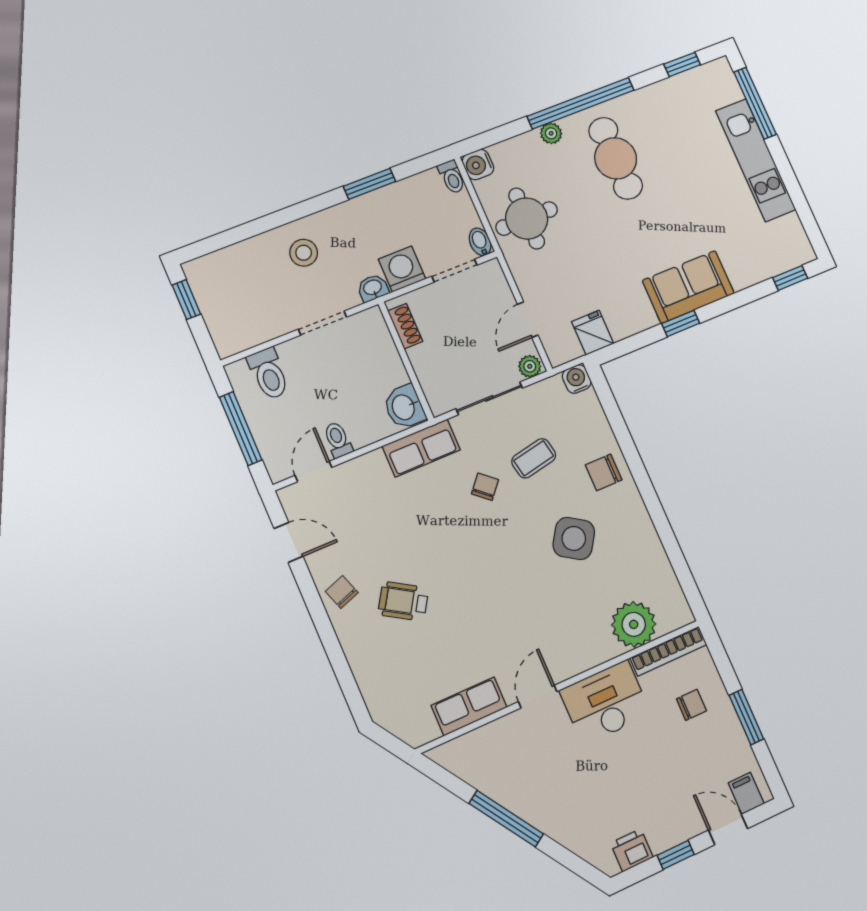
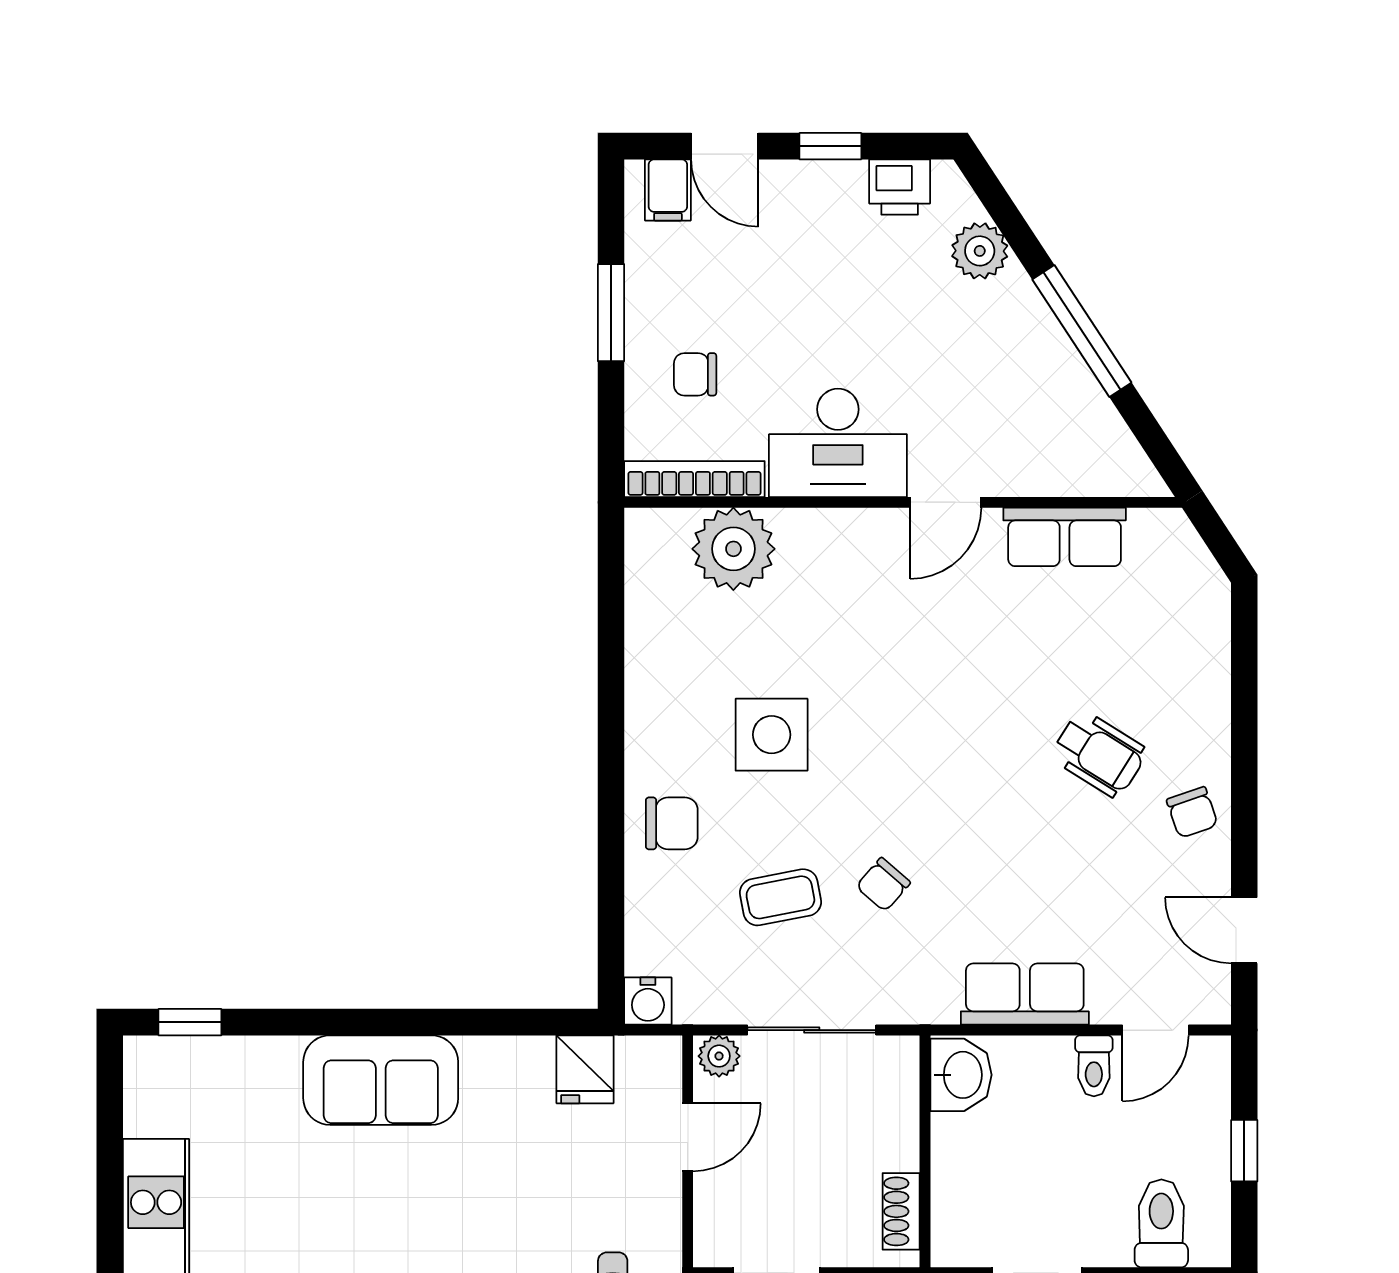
window: (681, 323) -> (423, 1022), removed
window: (241, 429) -> (1244, 1151), width x0.46
row of seats: (421, 448) -> (1025, 994), moved
side table: (574, 538) -> (772, 735), turned -33
plant: (577, 836) -> (980, 251), added

